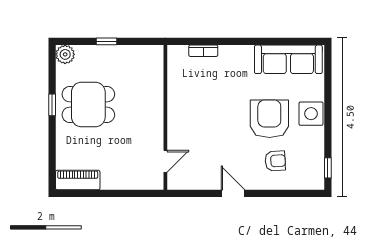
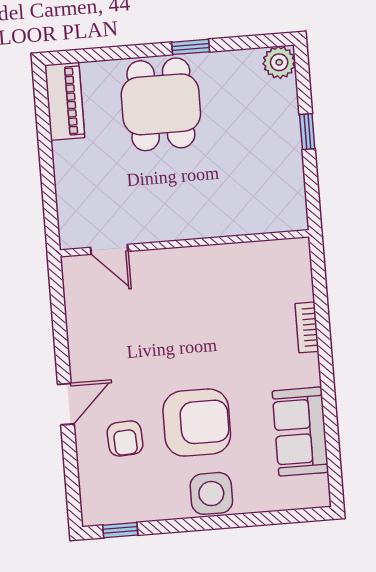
bookcase: (203, 51) -> (307, 327), moved
sofa: (288, 59) -> (300, 432), width x0.73
dining table: (88, 105) -> (161, 104), moved
door: (233, 193) -> (66, 404), moved

